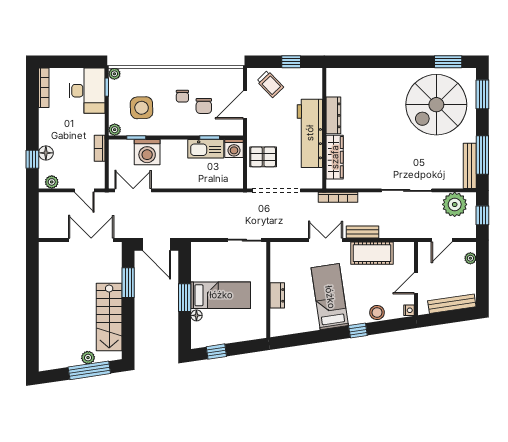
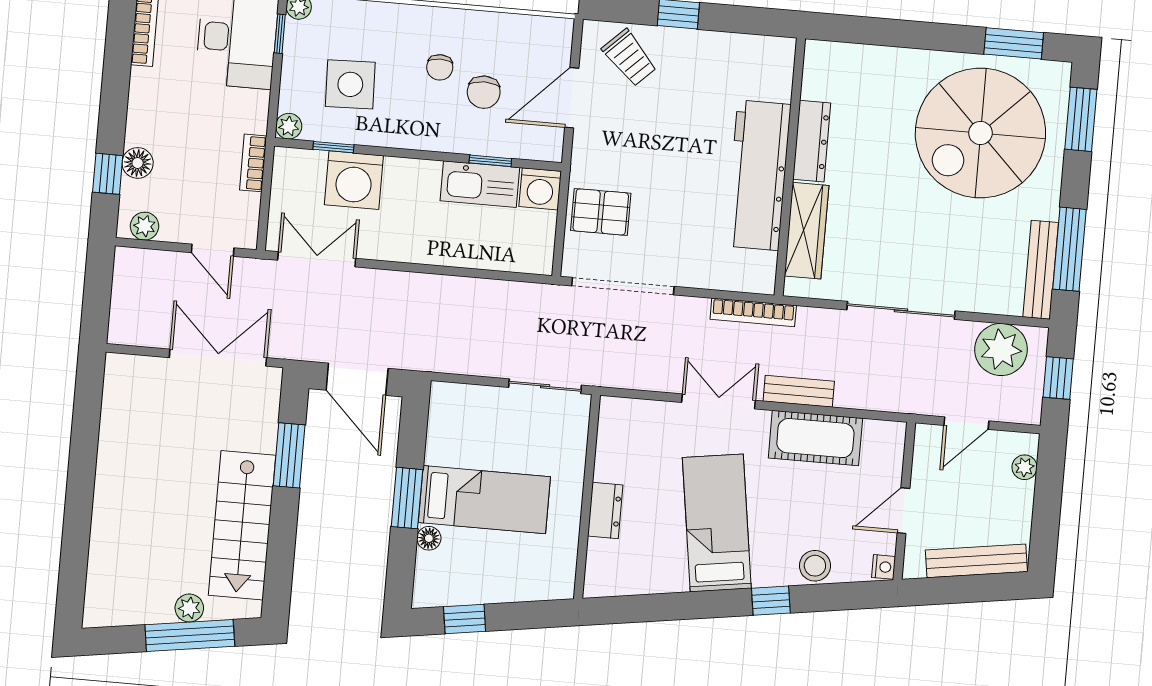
dresser: (333, 115) -> (812, 141), moved
wall: (324, 128) -> (790, 167), moved
workbench: (310, 133) -> (758, 175), moved
wardrobe: (335, 157) -> (807, 231), moved

